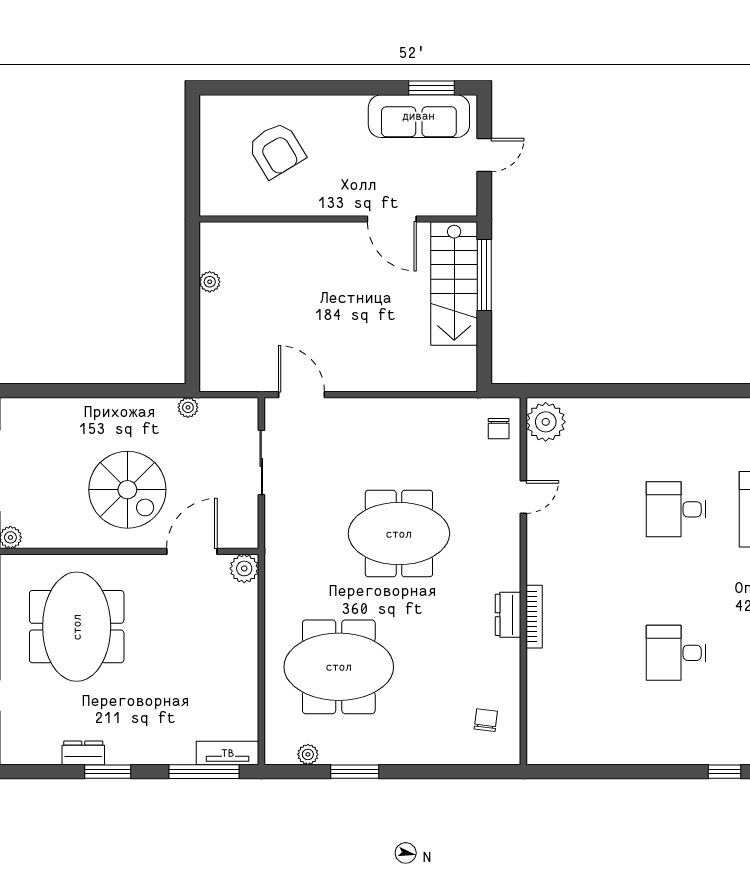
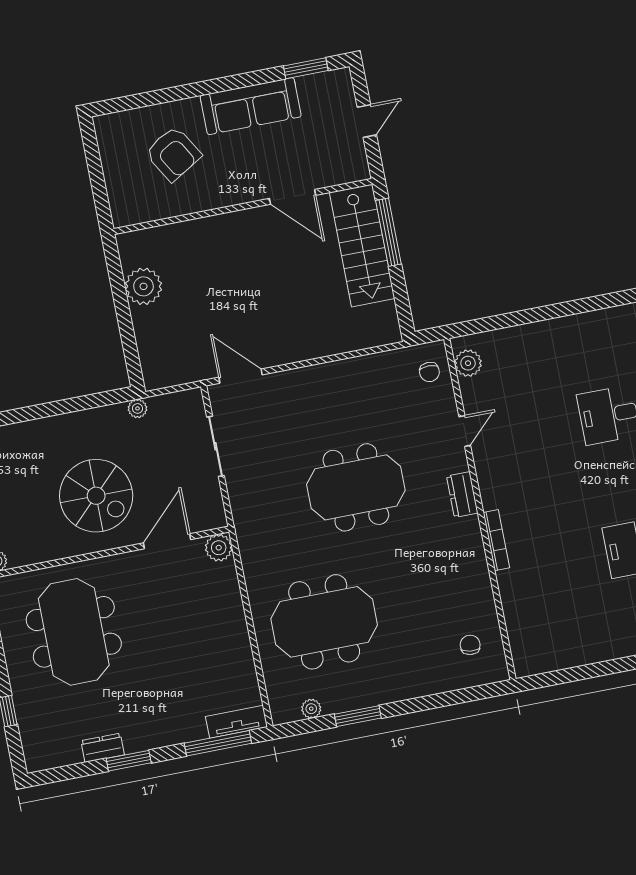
sofa: (419, 116) -> (251, 106), moved
plant: (210, 282) -> (143, 286), width x1.88, depth x1.88
plant: (546, 422) -> (468, 363), width x0.73, depth x0.73
dresser: (508, 615) -> (462, 495), moved

